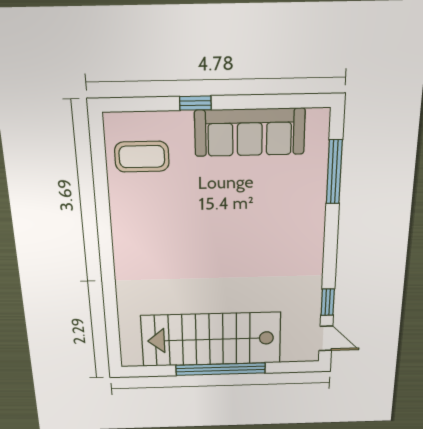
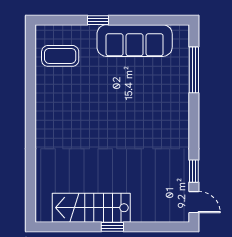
stairs: (211, 339) -> (91, 208), width x0.73, depth x0.66
window: (221, 369) -> (112, 227), width x0.32

